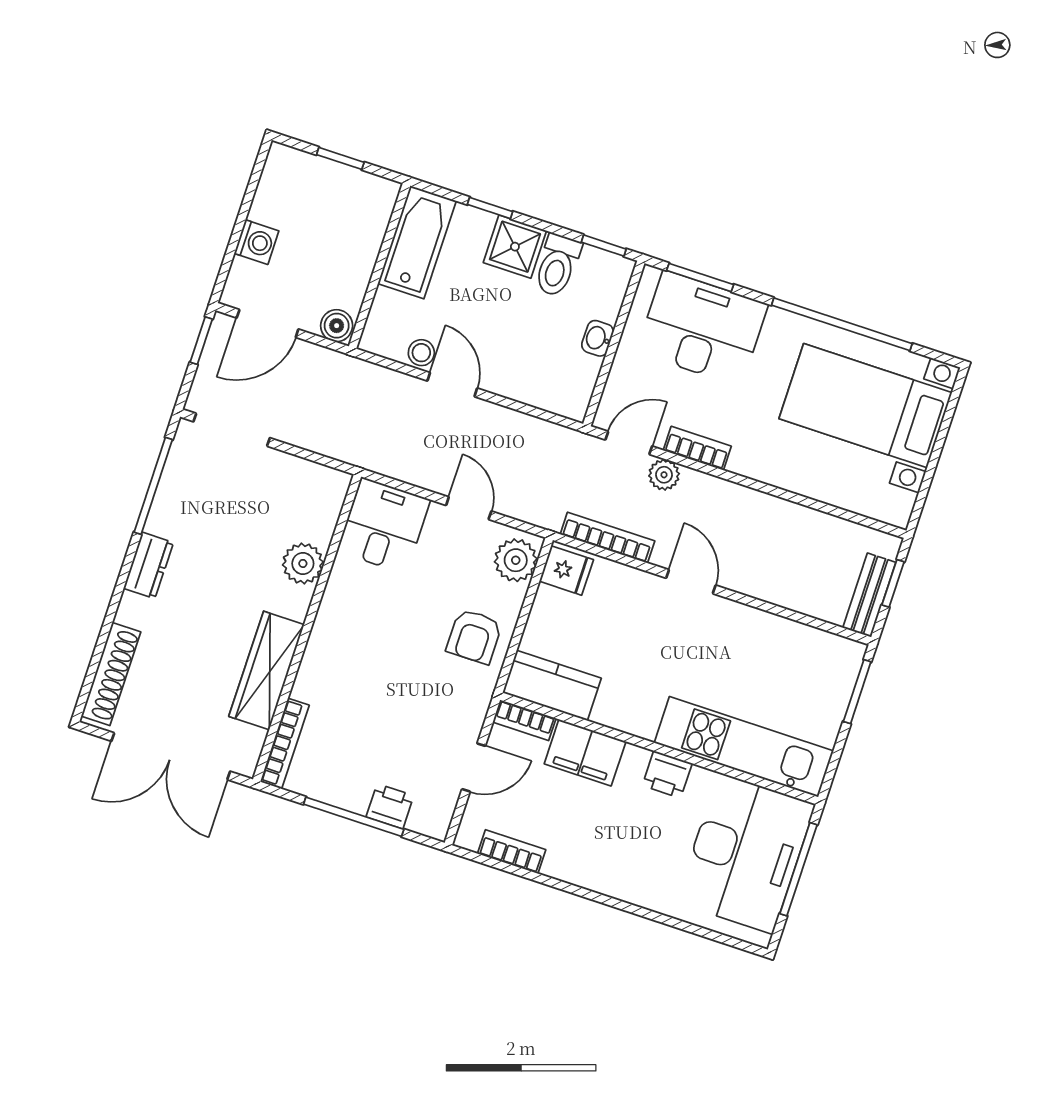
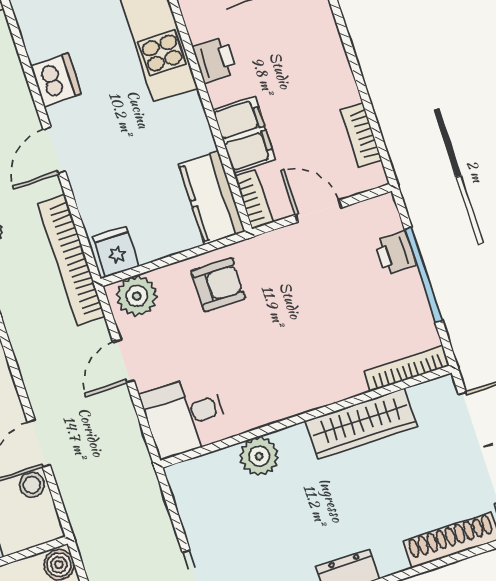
bookcase: (607, 538) -> (71, 260), width x1.48, depth x1.31
dishwasher: (750, 627) -> (56, 80), added

